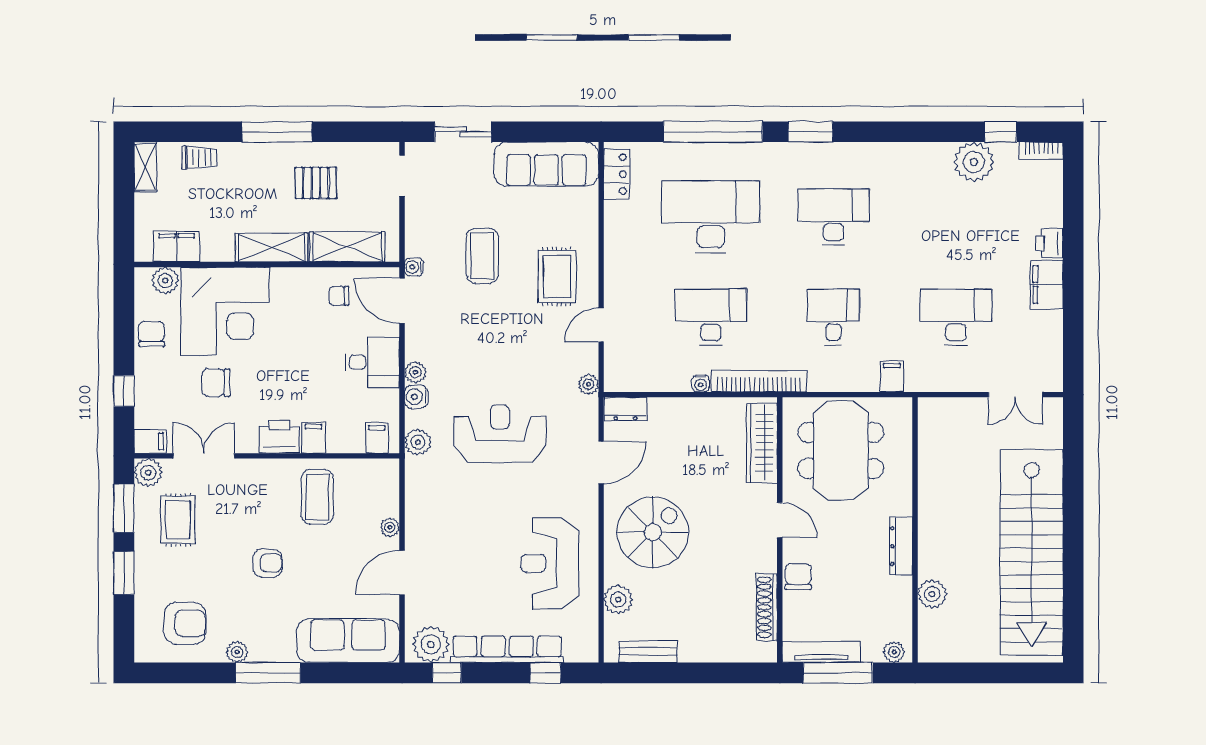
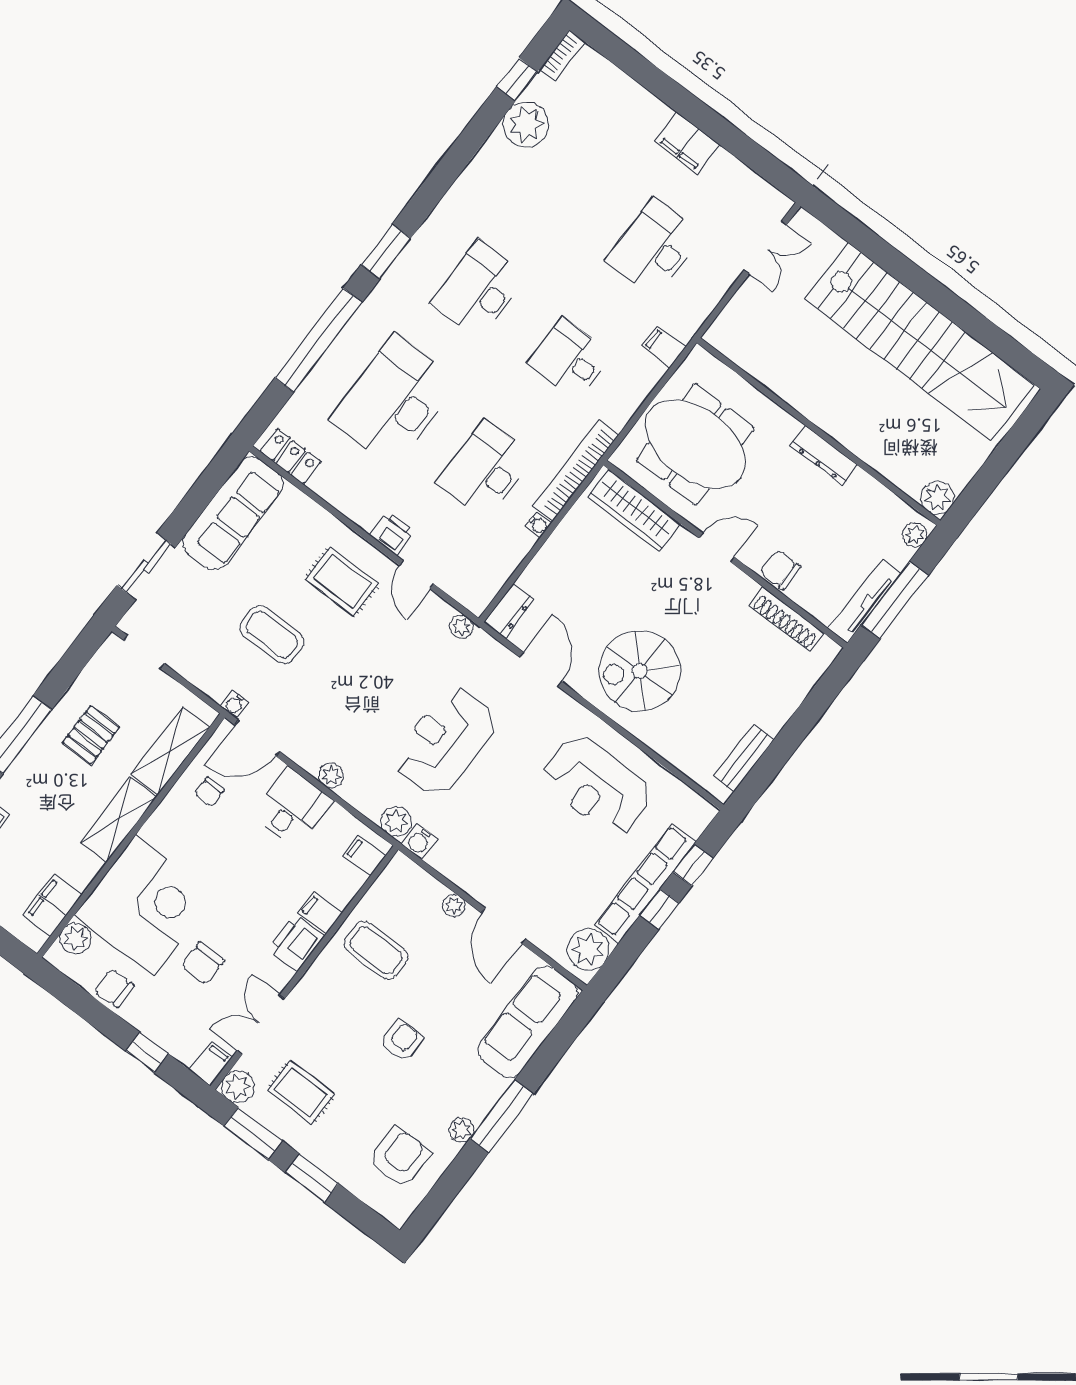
printer: (1050, 243) -> (392, 533), moved, turned 180
water cooler: (416, 397) -> (419, 841), moved
spiral stairs: (653, 532) -> (640, 671), turned -90
plant: (932, 594) -> (937, 498), moved
plant: (618, 600) -> (677, 749), removed
window: (447, 673) -> (659, 909), moved

